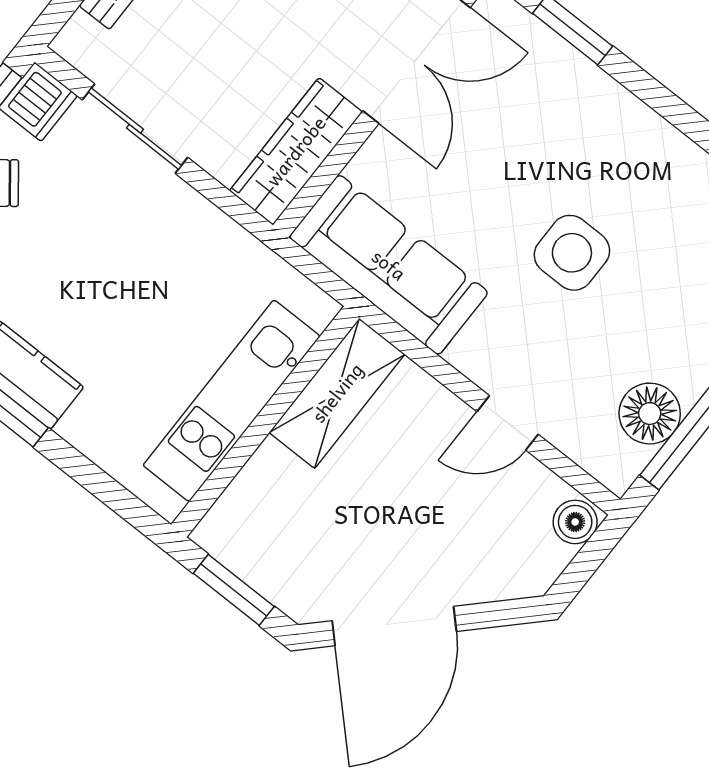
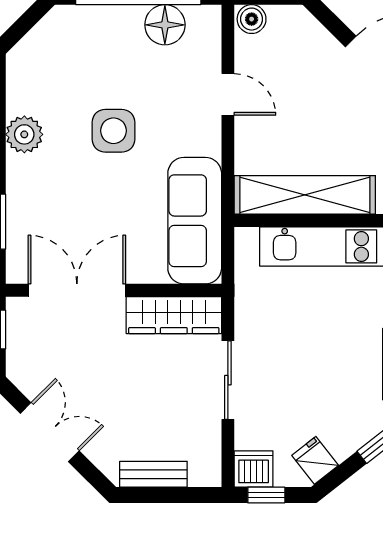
sliding door: (135, 129) -> (228, 380), moved
plant: (651, 143) -> (24, 134), added
shelving: (337, 393) -> (305, 195), width x1.47

